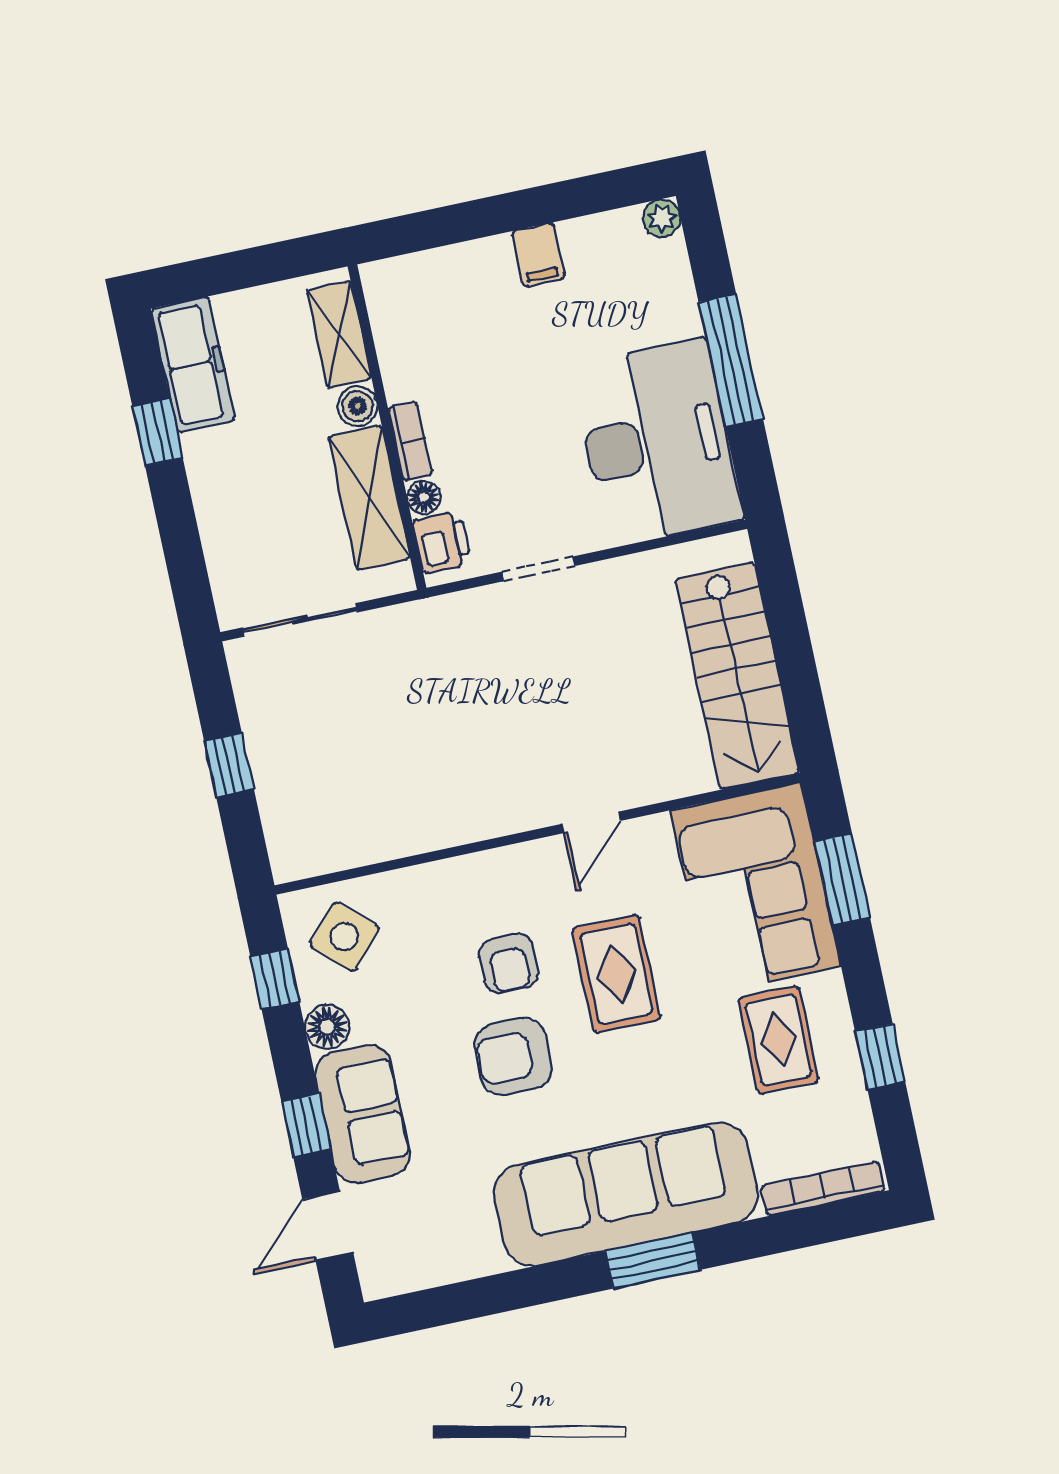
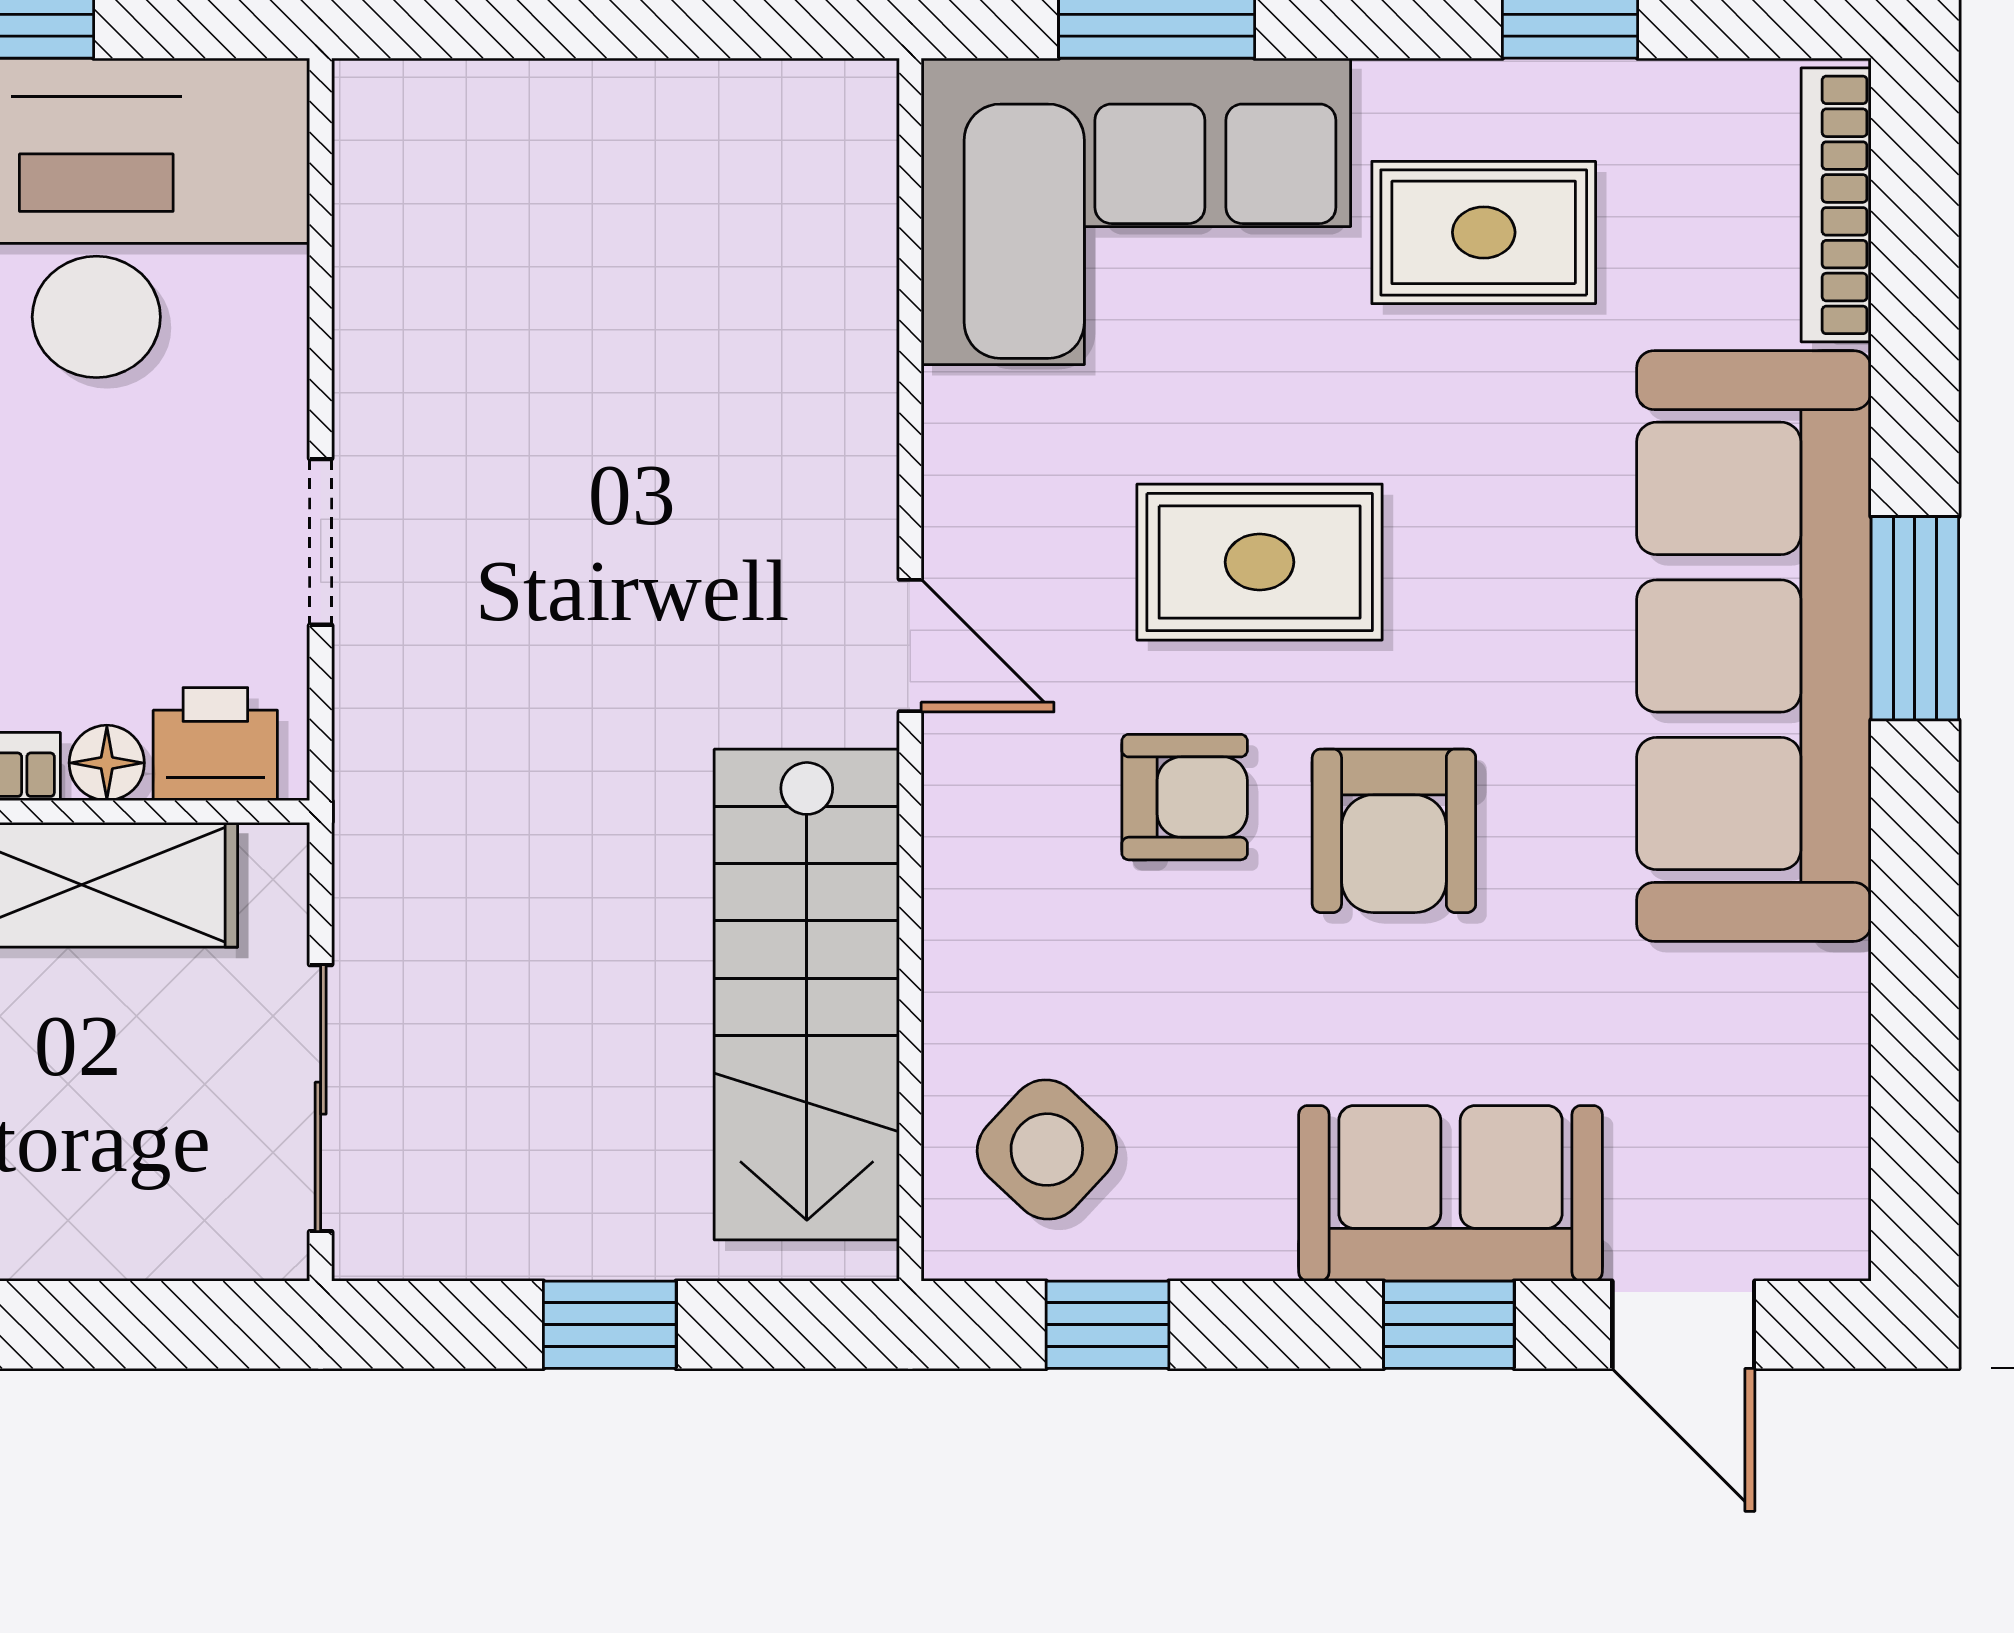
stairs: (737, 676) -> (807, 995), moved, turned 90
door: (591, 822) -> (910, 646), moved
floor lamp: (327, 1027) -> (1240, 1231), removed

